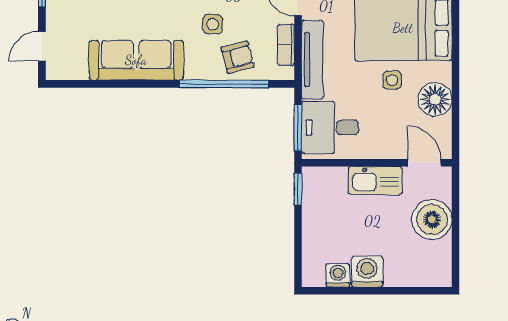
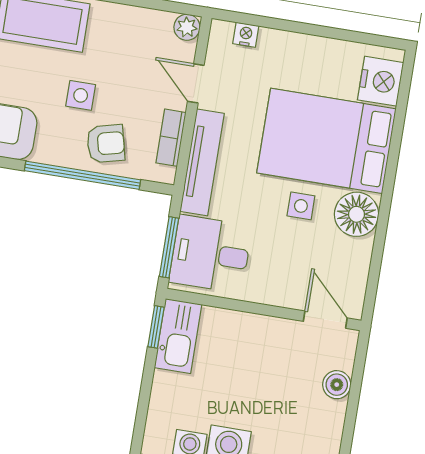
floor lamp: (435, 99) -> (356, 214), moved
kitchen sink: (375, 180) -> (178, 336), moved, turned -90
boiler: (432, 219) -> (337, 385), width x0.54, depth x0.54

